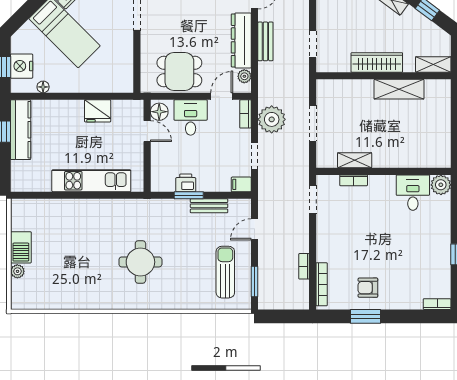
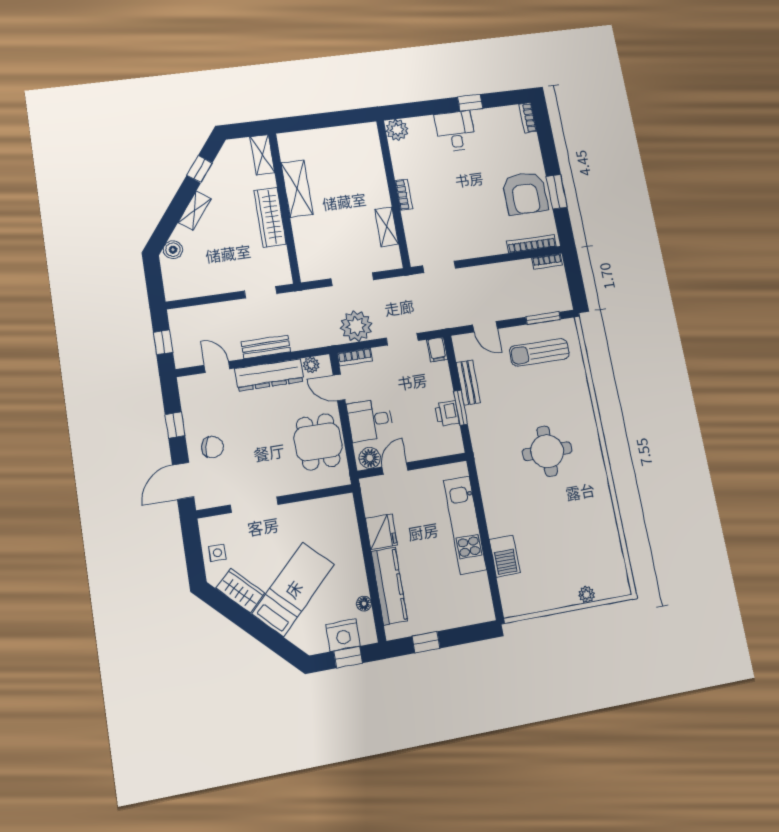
kitchen counter: (21, 130) -> (389, 586), moved, turned 90
bookcase: (354, 180) -> (404, 195), moved
desk: (413, 193) -> (455, 131), moved, turned 90
barbecue: (21, 247) -> (505, 556), moved, turned 90
bookcase: (304, 266) -> (547, 261), moved
armchair: (368, 288) -> (525, 193), width x1.88, depth x1.88

